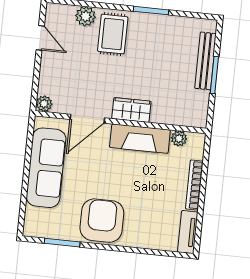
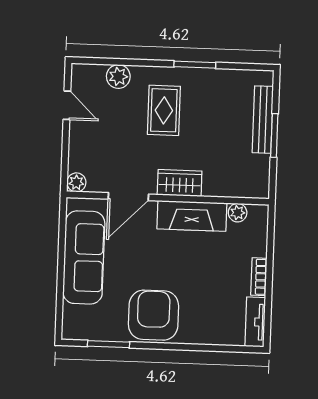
rug: (113, 34) -> (164, 110), moved
bookcase: (194, 185) -> (259, 277), width x0.64

